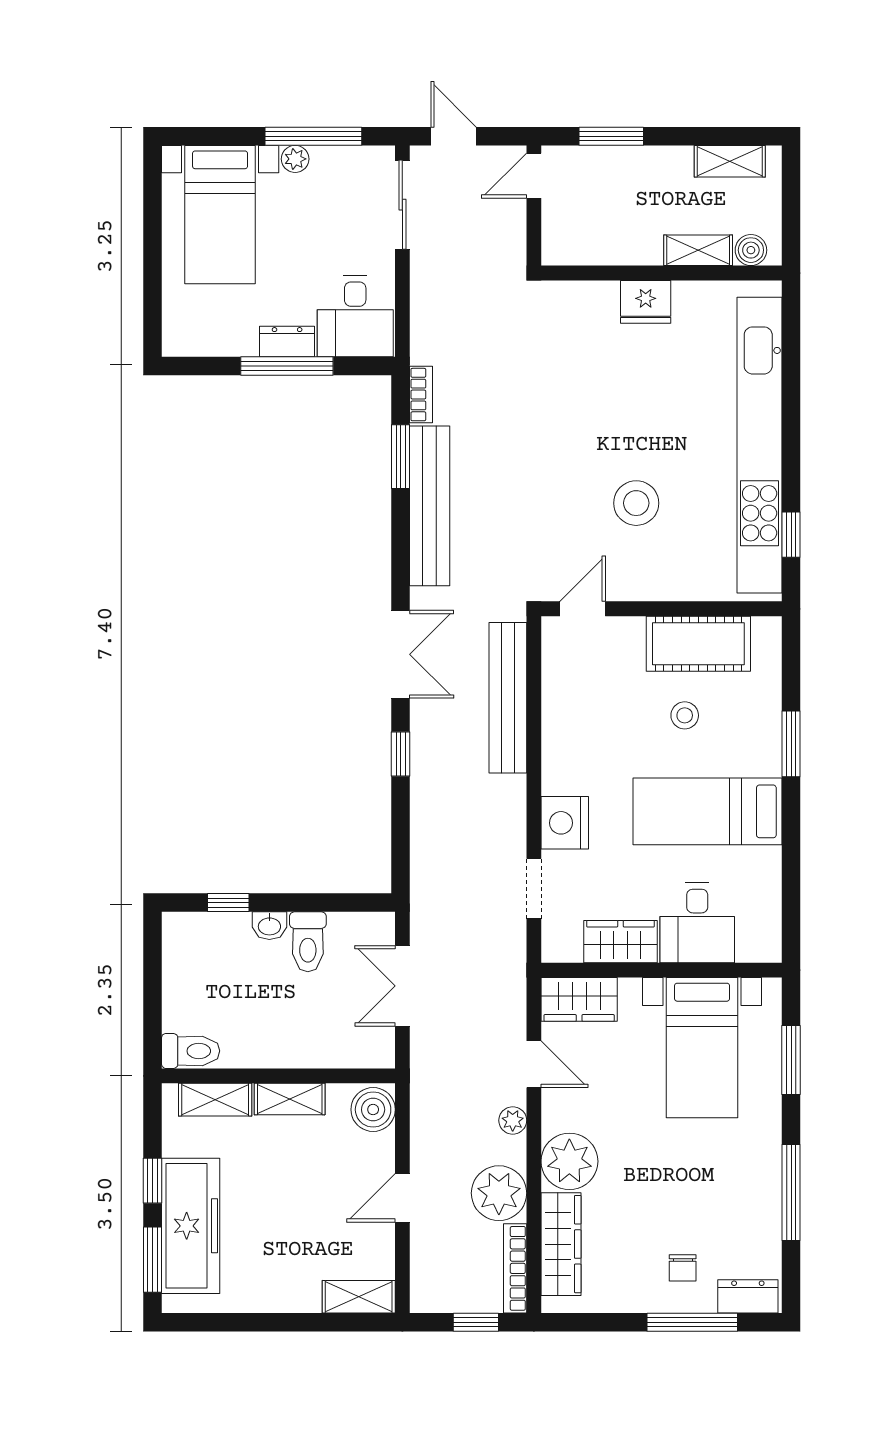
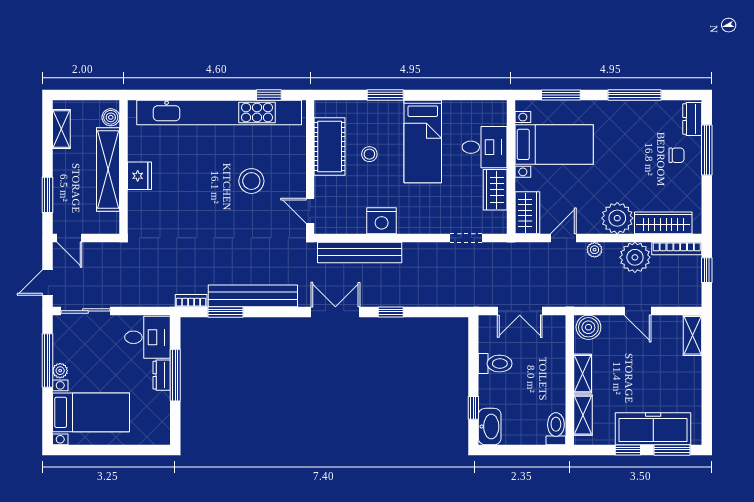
shelving: (698, 250) -> (108, 170), width x2.20, depth x1.33
nightstand: (565, 823) -> (382, 221), moved
washbasin: (269, 926) -> (490, 427), moved, width x1.91, depth x1.45

